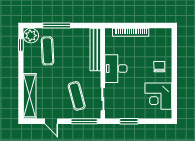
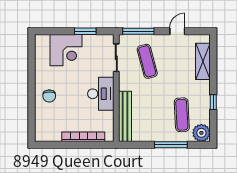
window: (21, 45) -> (213, 102), moved
shelving: (30, 96) -> (203, 61), width x0.68
corner desk: (158, 96) -> (66, 50), moved, turned 90
door: (51, 121) -> (177, 31), hinge flipped

